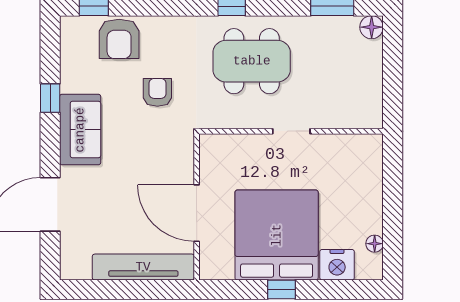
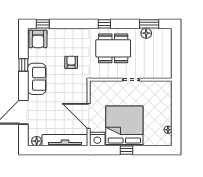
floor lamp: (372, 27) -> (146, 33), moved
armchair: (119, 39) -> (38, 39), moved
nightstand: (337, 265) -> (97, 139), moved
floor lamp: (80, 269) -> (37, 141), added

